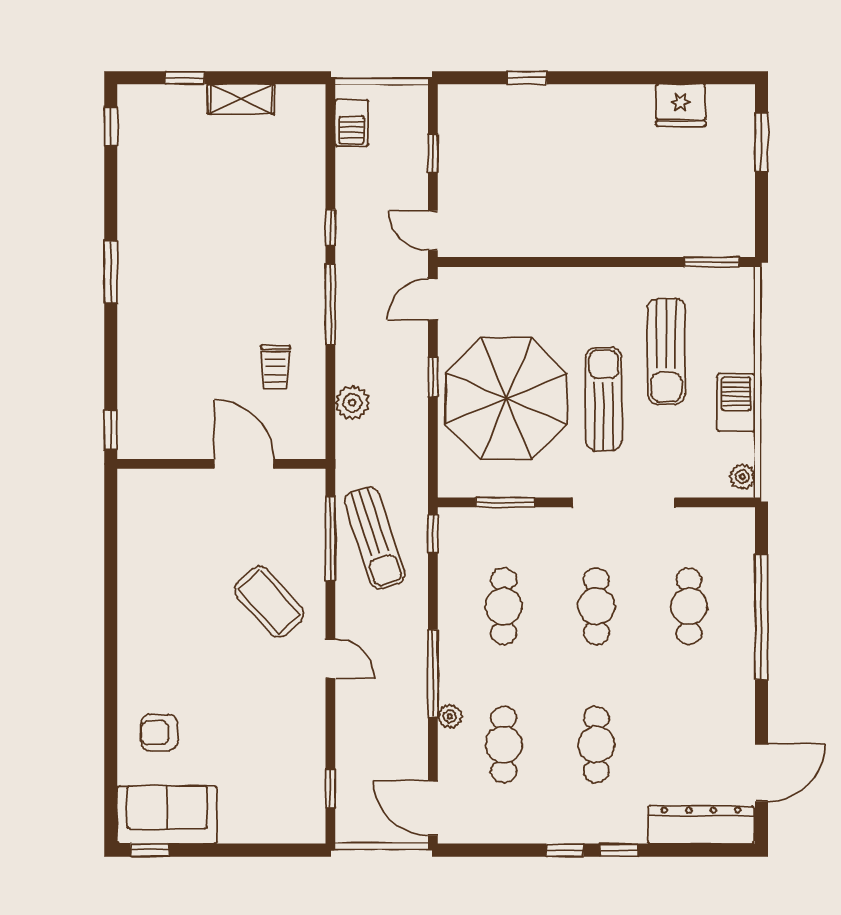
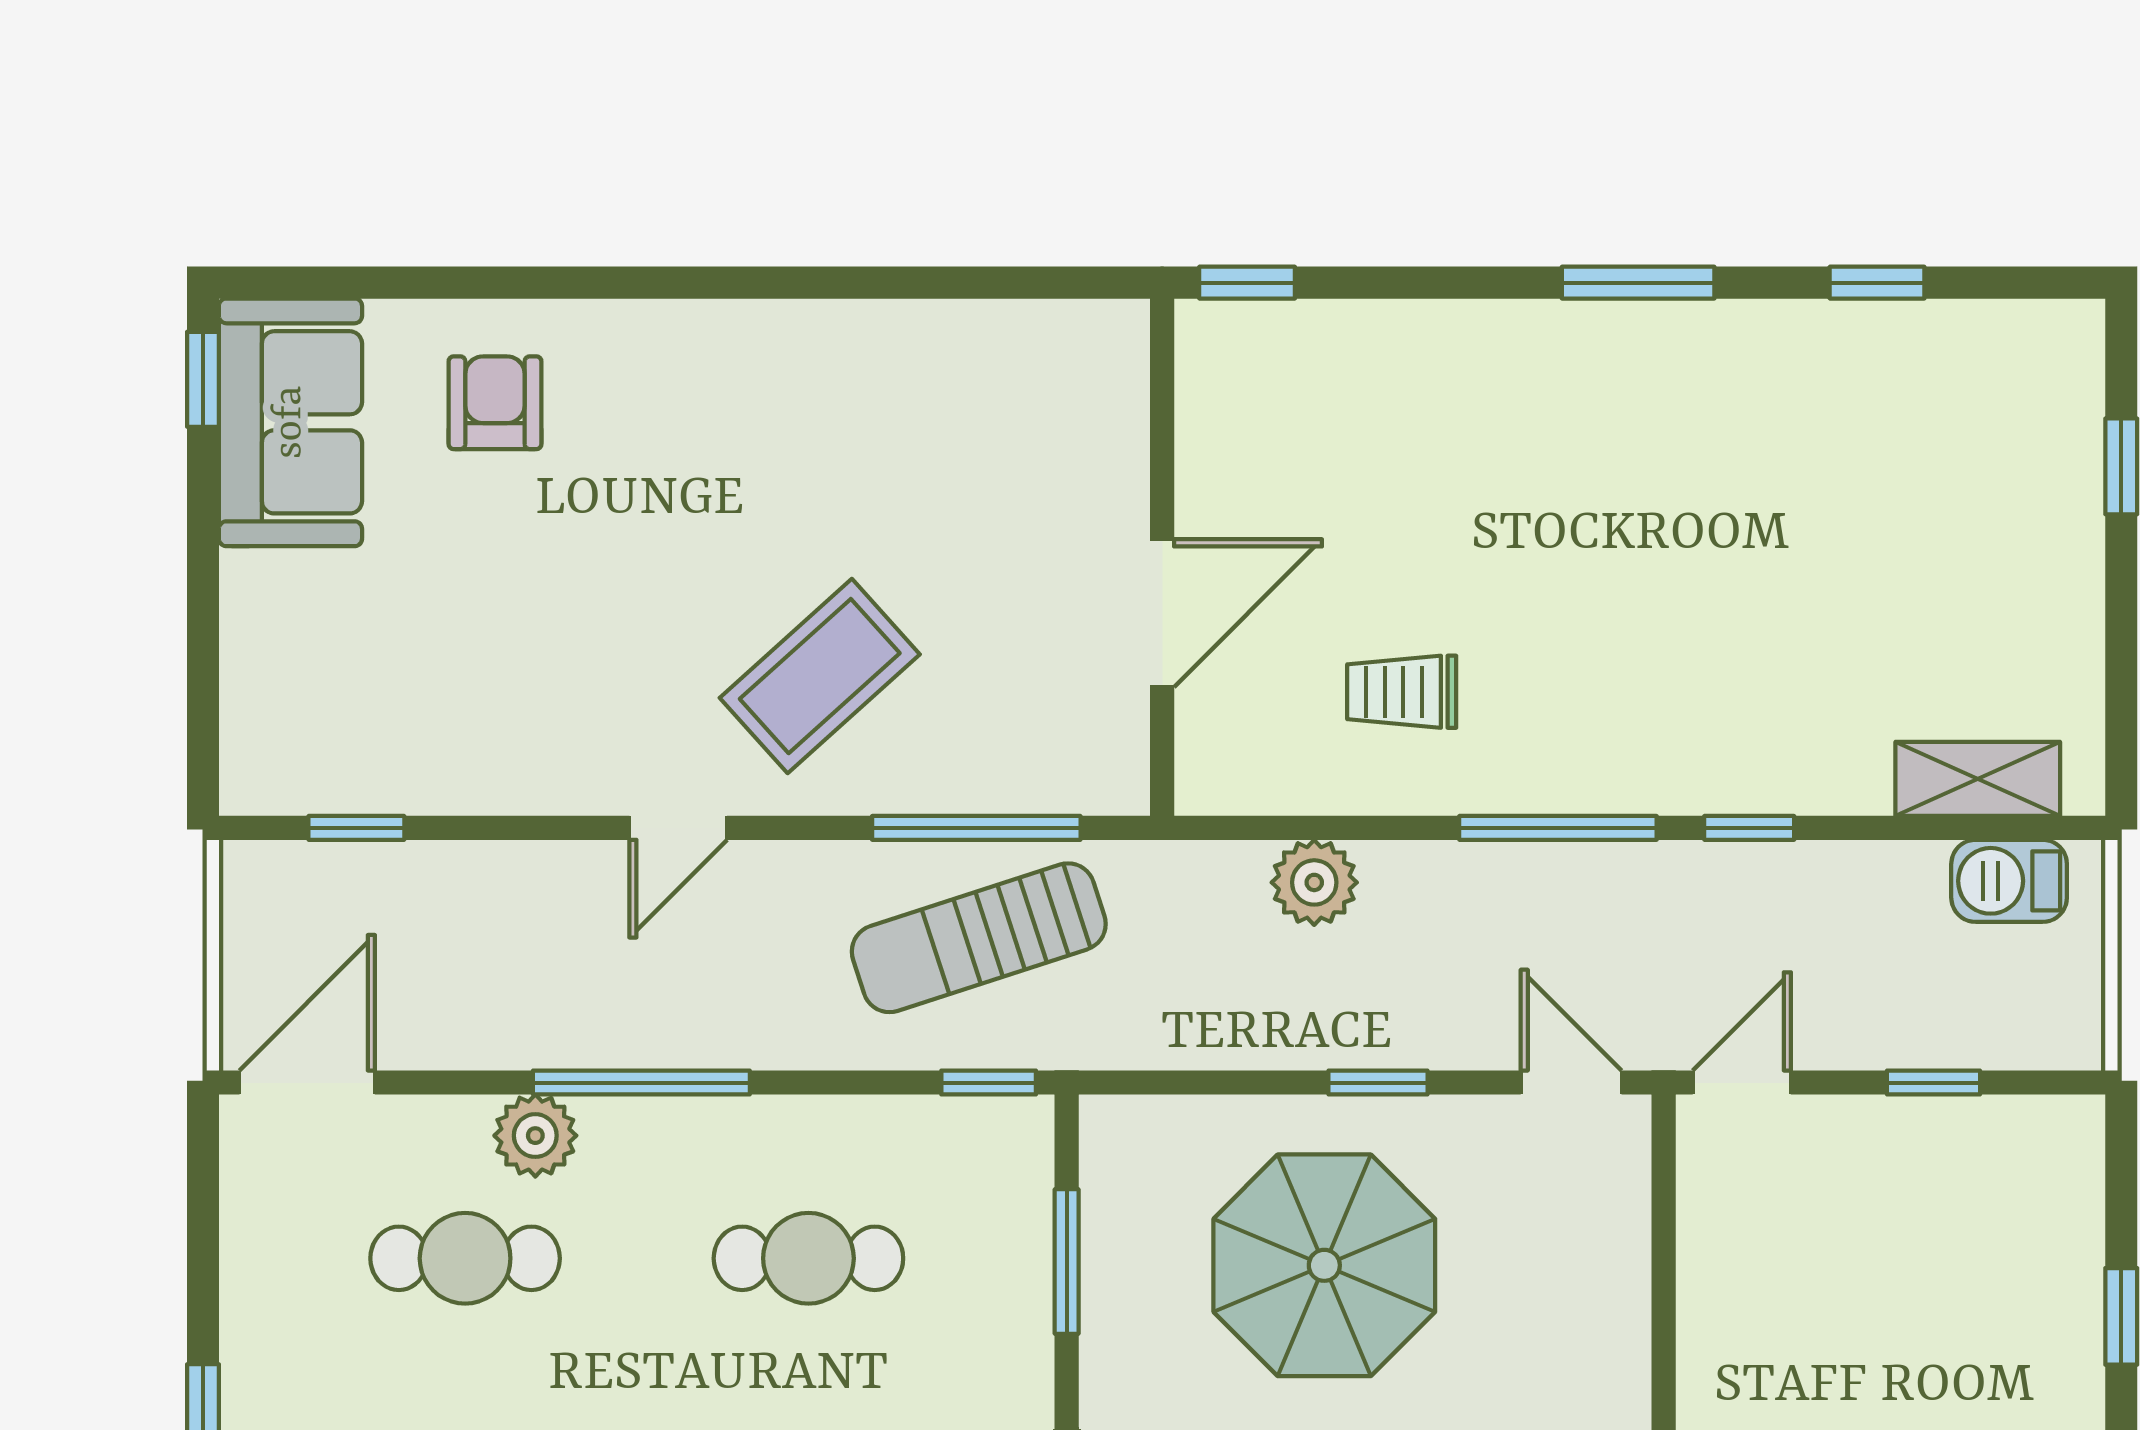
shelving: (241, 99) -> (1978, 779), moved, turned 90
window: (111, 126) -> (1877, 283), moved
parasol: (506, 399) -> (1324, 1265), width x0.73, depth x0.73
plant: (450, 716) -> (535, 1136), width x1.38, depth x1.38

